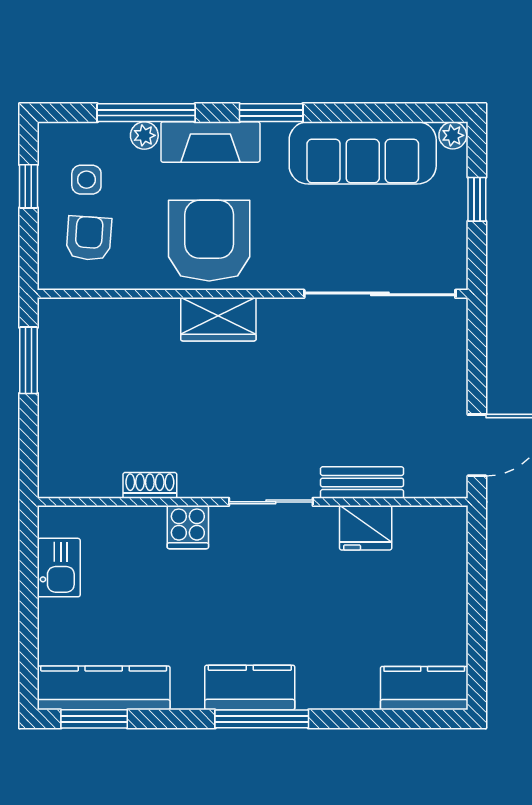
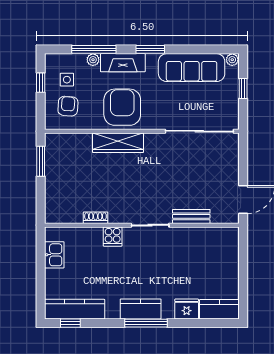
wardrobe: (218, 319) -> (118, 143), width x1.50
fridge: (366, 528) -> (187, 309), moved, turned 180
window: (94, 719) -> (70, 323), width x0.67

